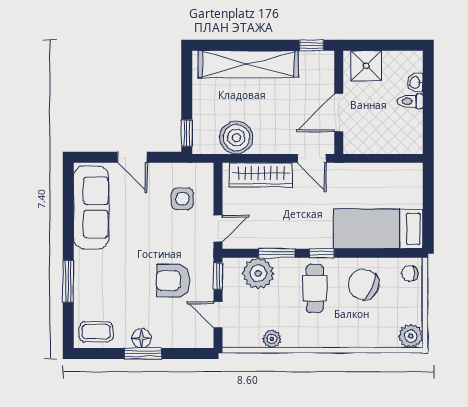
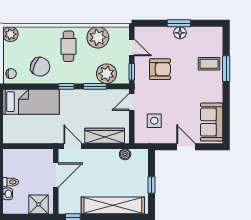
window: (187, 133) -> (151, 185), moved
boiler: (236, 138) -> (125, 154), width x0.54, depth x0.54
sofa: (91, 207) -> (212, 122), width x0.73
cafe table: (315, 288) -> (68, 46), moved
coffee table: (96, 332) -> (209, 64), moved
plant: (272, 339) -> (98, 37), width x1.87, depth x1.87

